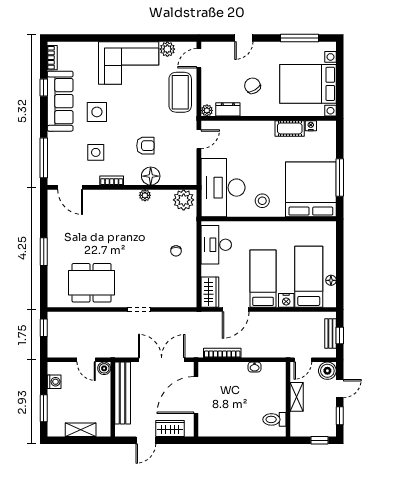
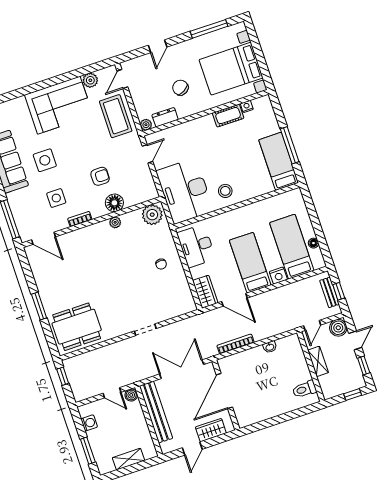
bed: (311, 189) -> (279, 161), width x0.49
dining table: (92, 283) -> (77, 327), moved
door: (236, 310) -> (234, 300), hinge flipped

